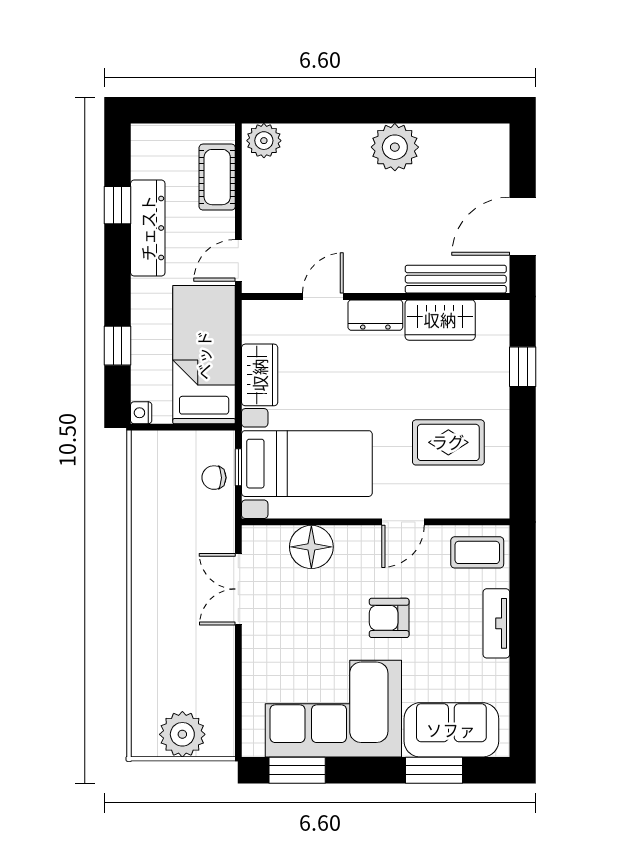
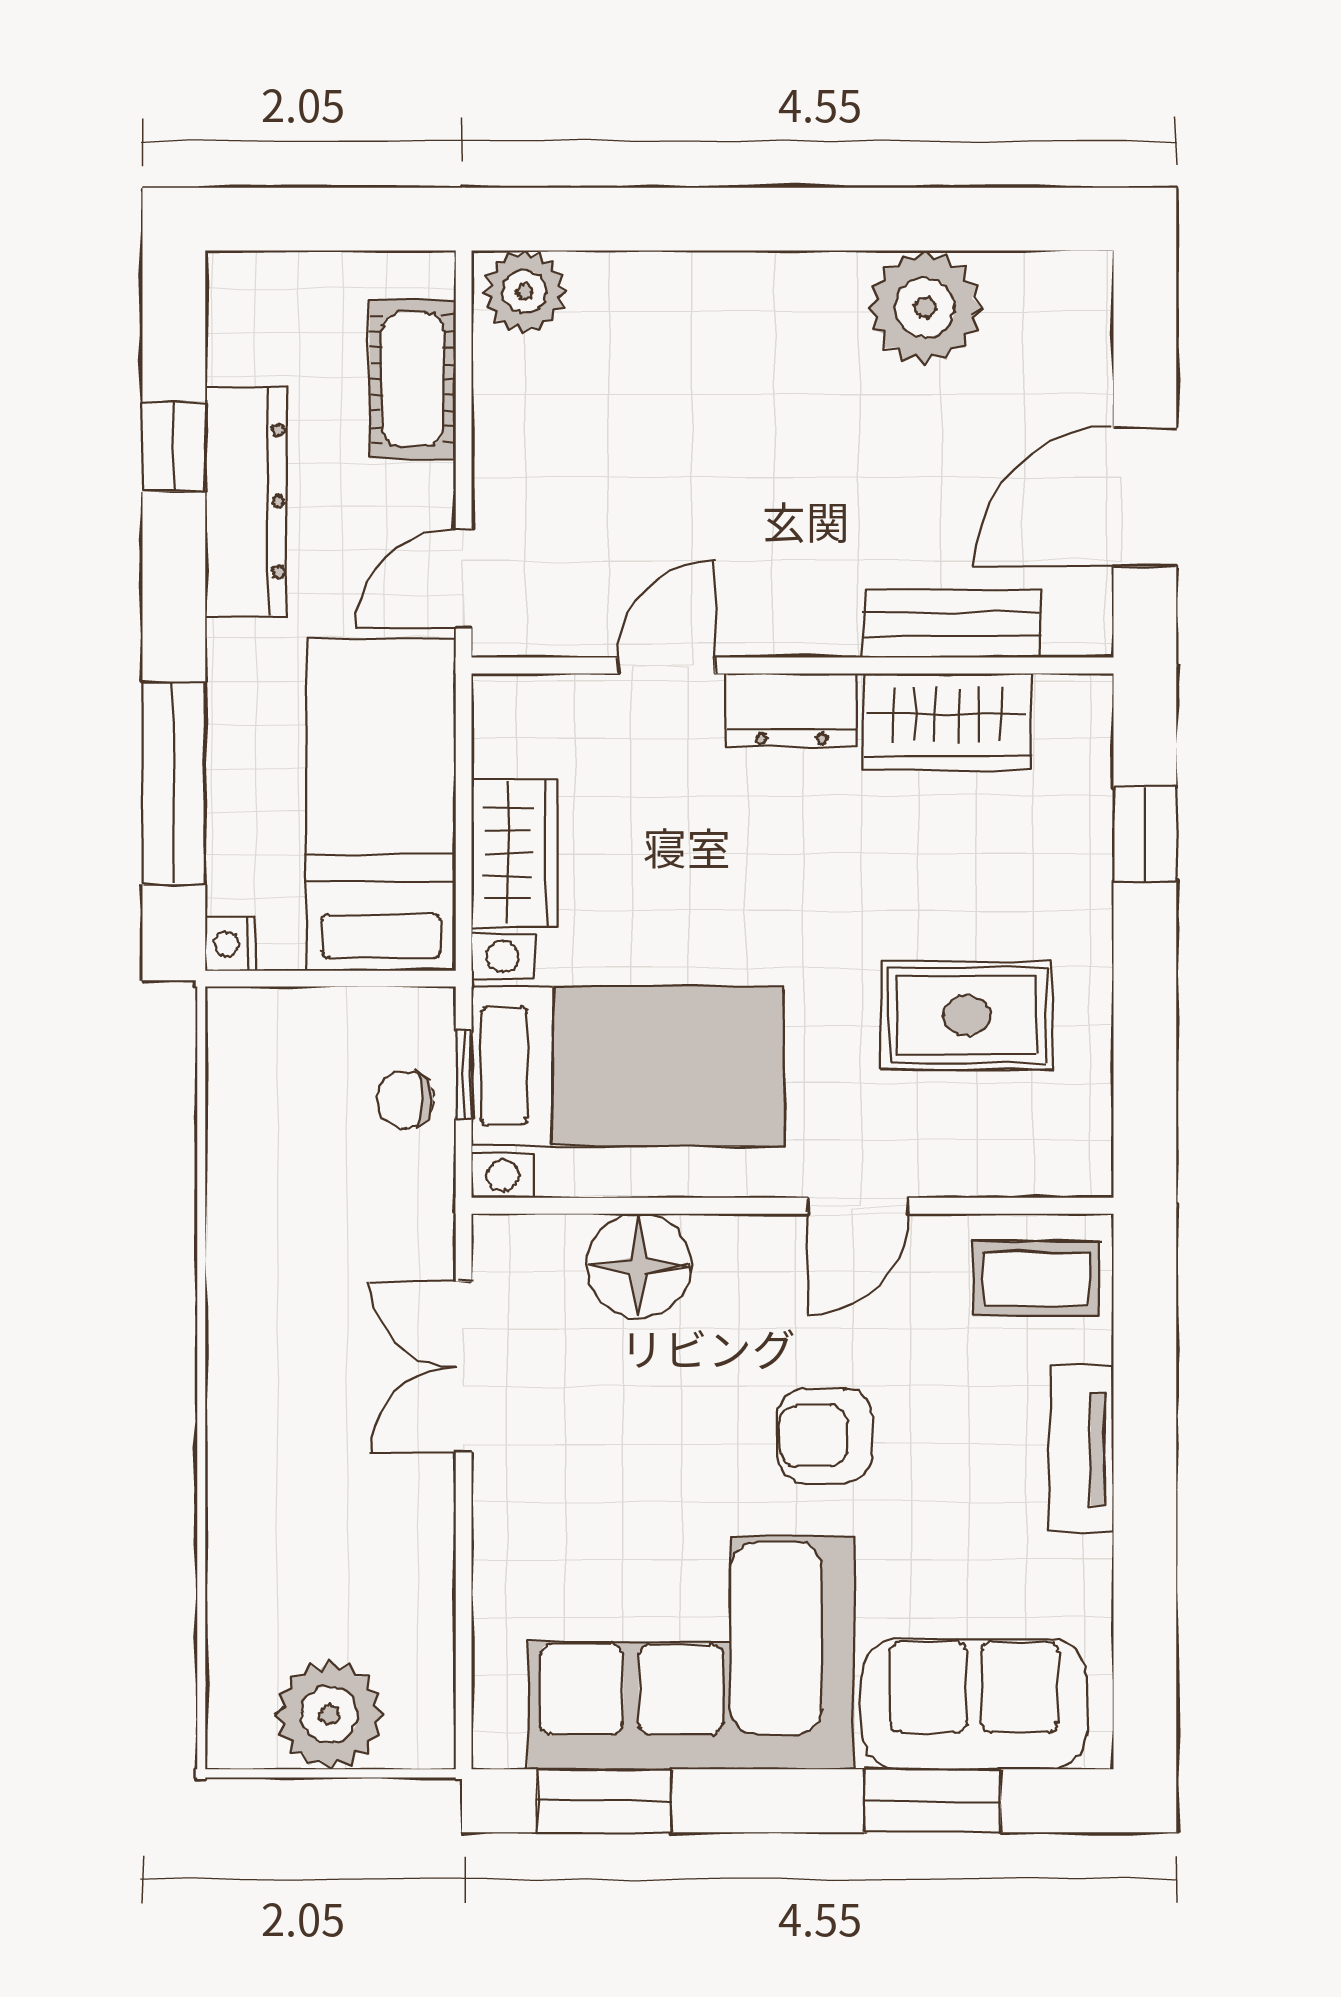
plant: (395, 147) -> (925, 307), moved
bench: (456, 279) -> (952, 624), width x0.73
window: (118, 346) -> (174, 783), width x2.17

